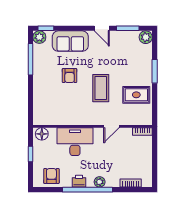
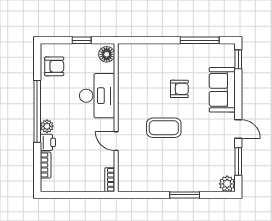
door: (102, 28) -> (238, 129), swing flipped
plant: (39, 37) -> (227, 51), removed
armchair: (70, 76) -> (179, 89), turned 180
rug: (136, 95) -> (155, 172), removed
printer: (79, 181) -> (48, 142), moved

